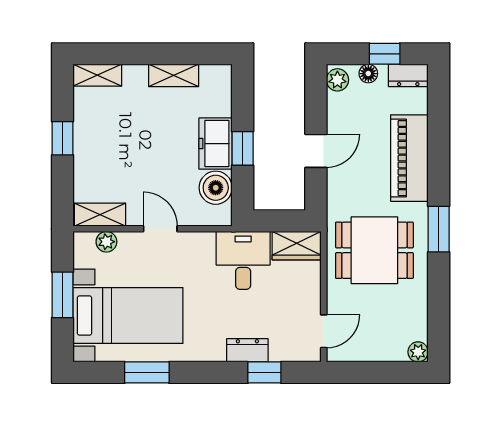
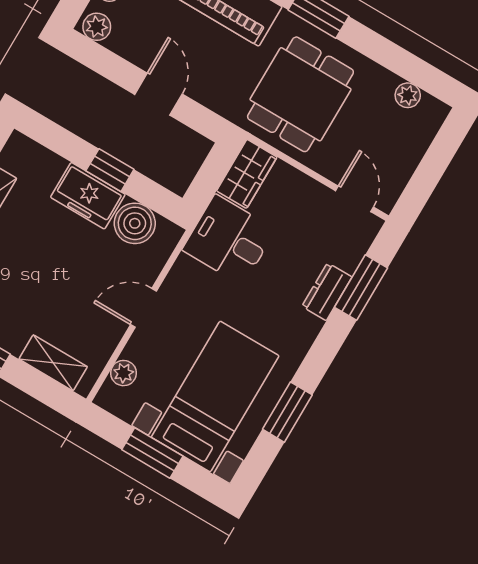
shelving: (100, 215) -> (53, 363), moved, turned 90
plant: (418, 352) -> (408, 95), moved
window: (264, 372) -> (361, 288), width x1.50

